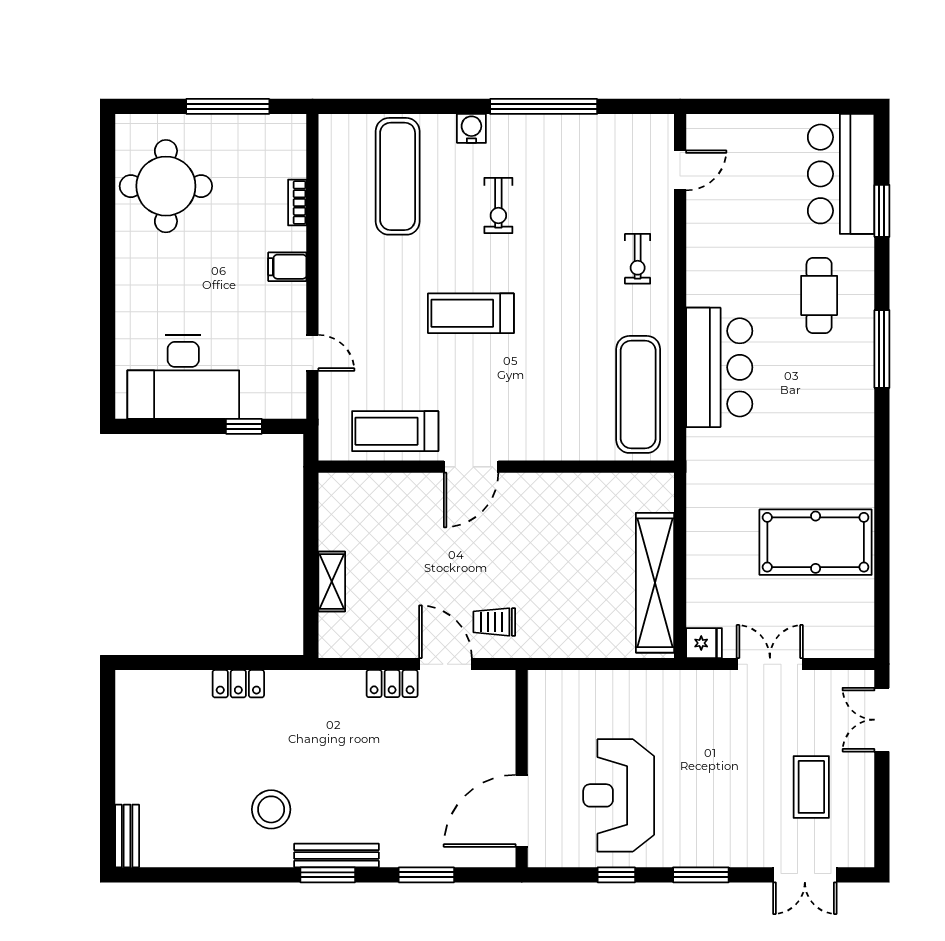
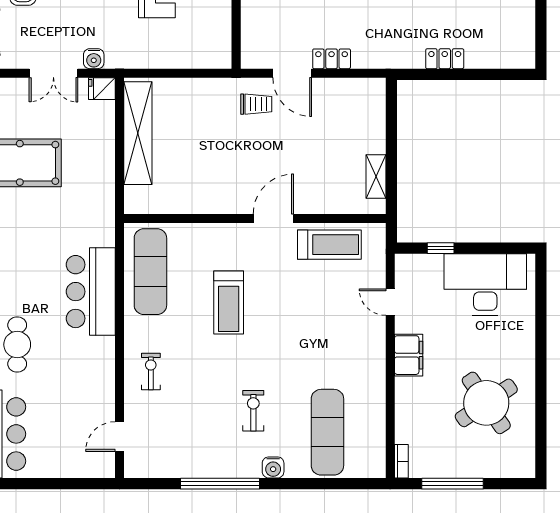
round table: (166, 186) -> (486, 403), moved, turned -34
bookcase: (297, 203) -> (401, 461), moved
filing cabinet: (287, 267) -> (409, 355), width x2.00
treadmill: (471, 313) -> (229, 302), moved, turned 90
shelving: (332, 581) -> (376, 176), moved
water cooler: (715, 684) -> (94, 59), added

